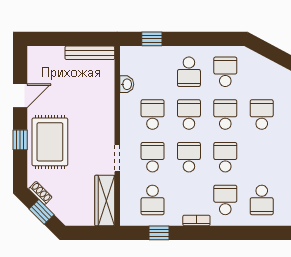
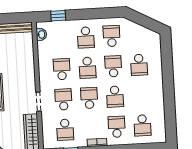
washbasin: (127, 84) -> (41, 34), moved
school desk: (189, 114) -> (87, 68), turned 180
school desk: (262, 114) -> (139, 65), turned 180
school desk: (225, 157) -> (115, 97), turned 180

